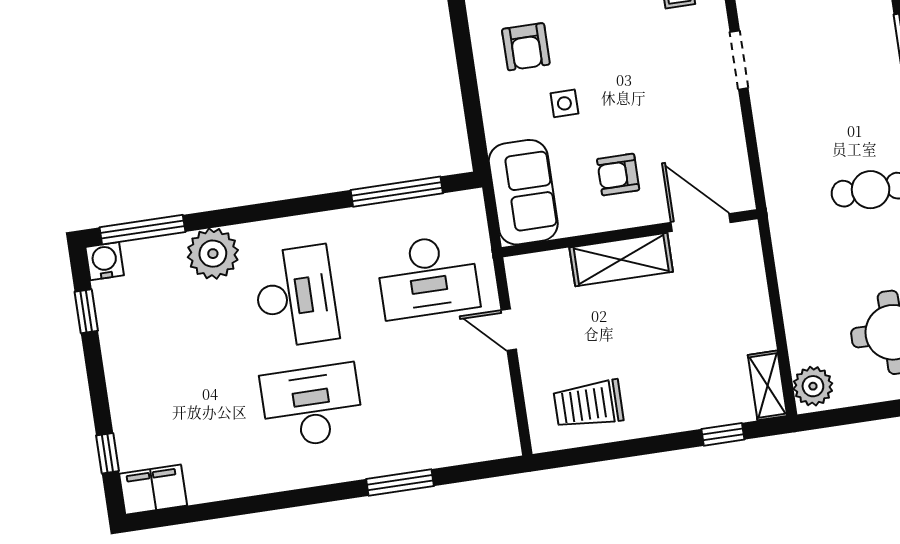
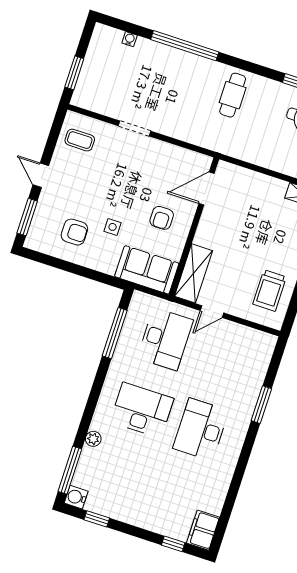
plant: (213, 254) -> (93, 439), width x0.53, depth x0.53
shelving: (621, 260) -> (193, 273), moved

